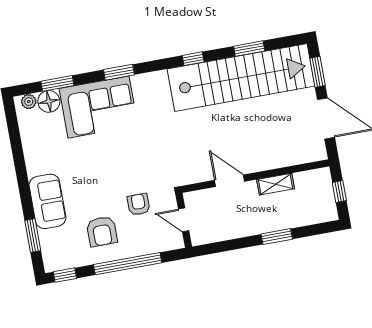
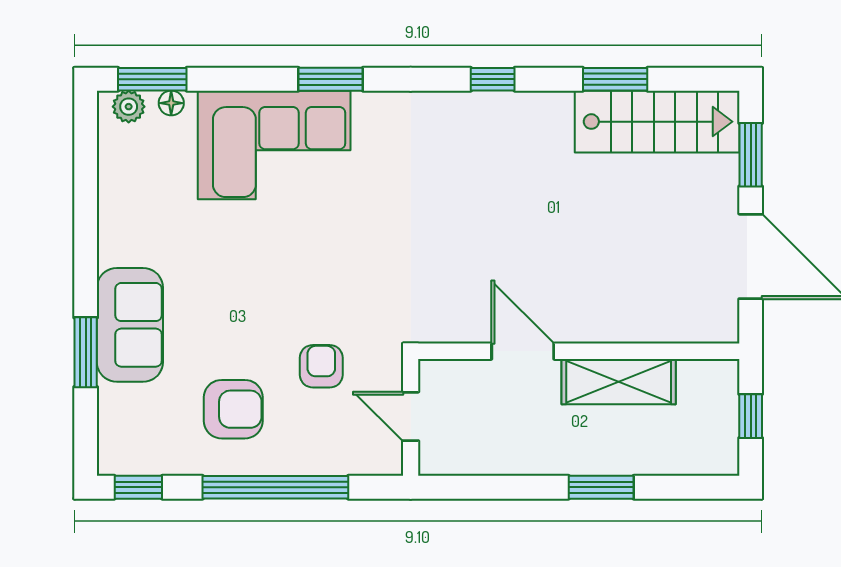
stairs: (241, 77) -> (657, 122), width x0.54, depth x0.66
window: (57, 83) -> (152, 79), moved
floor lamp: (49, 101) -> (171, 103), width x0.53, depth x0.53
shelving: (276, 184) -> (619, 382), width x1.50, depth x1.33
armchair: (102, 231) -> (233, 409), turned -90
window: (33, 236) -> (86, 352), moved

